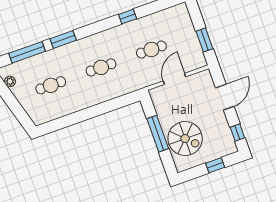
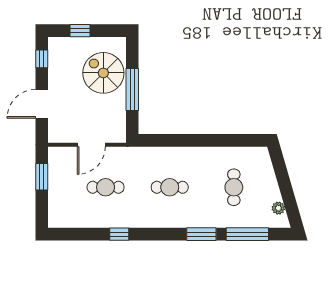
cafe table: (51, 85) -> (234, 187), turned 90

